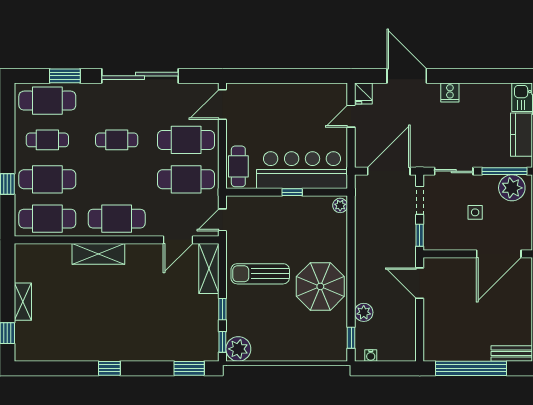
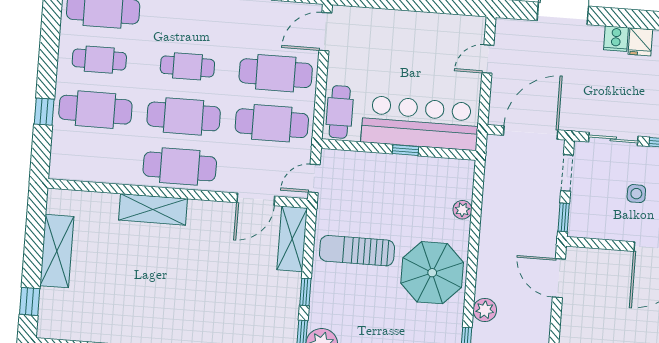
fridge: (363, 93) -> (640, 42), moved
plant: (340, 205) -> (462, 210), moved
cafe table: (47, 219) -> (184, 116), moved
shelving: (23, 302) -> (57, 251), width x1.50, depth x1.33

